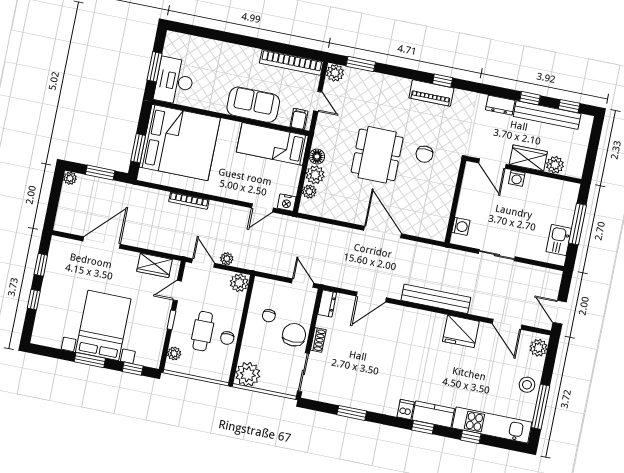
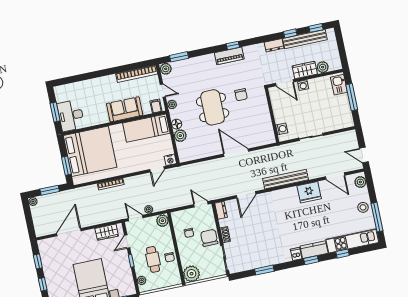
plant: (309, 192) -> (172, 104), moved
kitchen sink: (559, 240) -> (339, 85), moved

